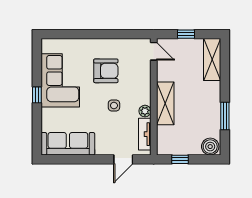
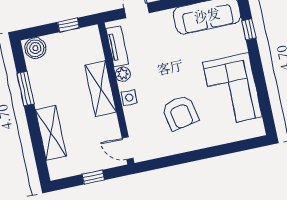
shelving: (212, 59) -> (51, 133), moved
armchair: (106, 71) -> (180, 113), turned -101
window: (37, 95) -> (249, 29), moved
side table: (114, 105) -> (129, 98), moved

